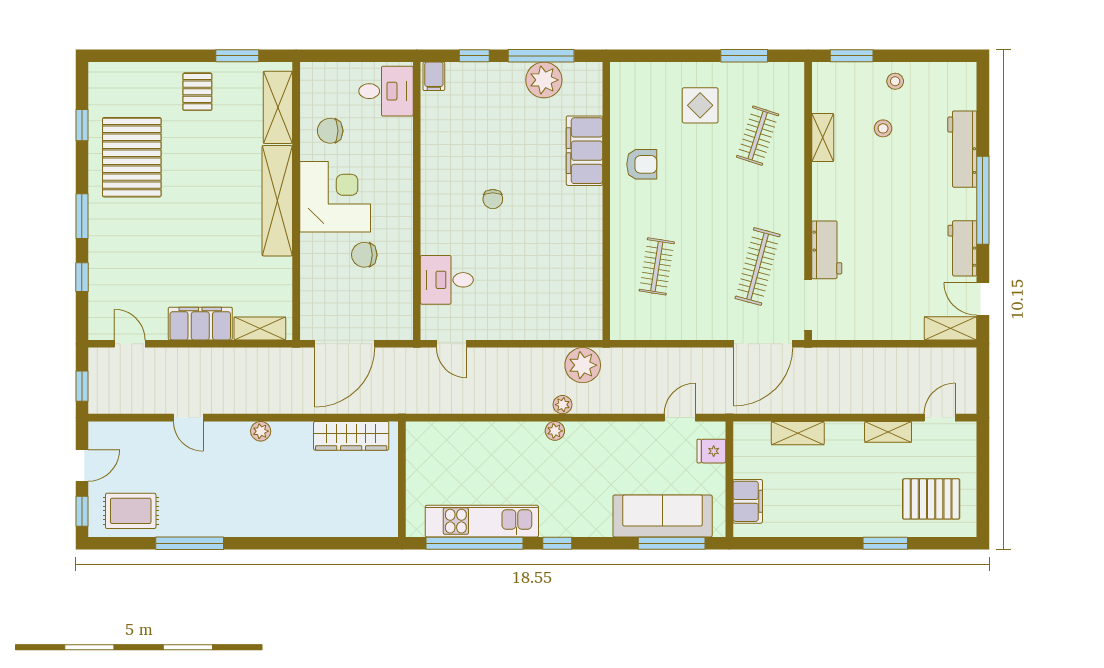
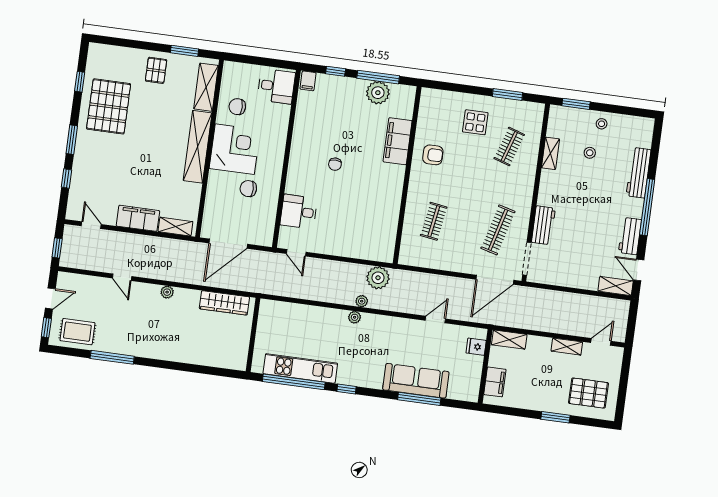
fridge: (711, 451) -> (476, 347), moved
wall: (729, 479) -> (485, 366), moved
filing cabinet: (748, 501) -> (495, 382), moved

